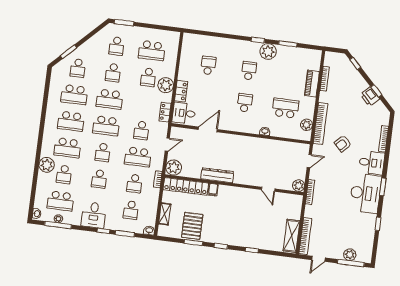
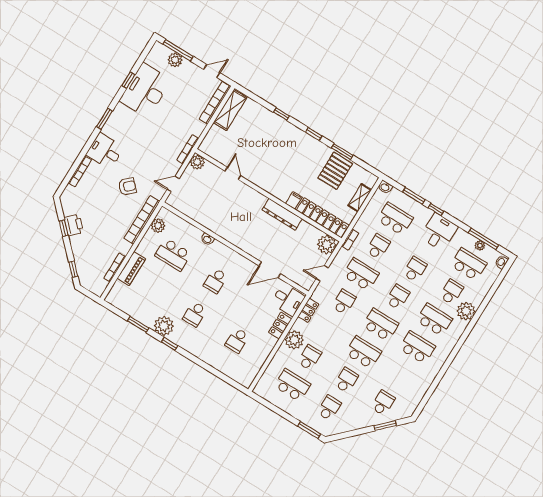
school desk: (74, 95) -> (400, 375), removed
desk: (365, 193) -> (145, 90), moved
school desk: (131, 210) -> (395, 219), width x1.85

